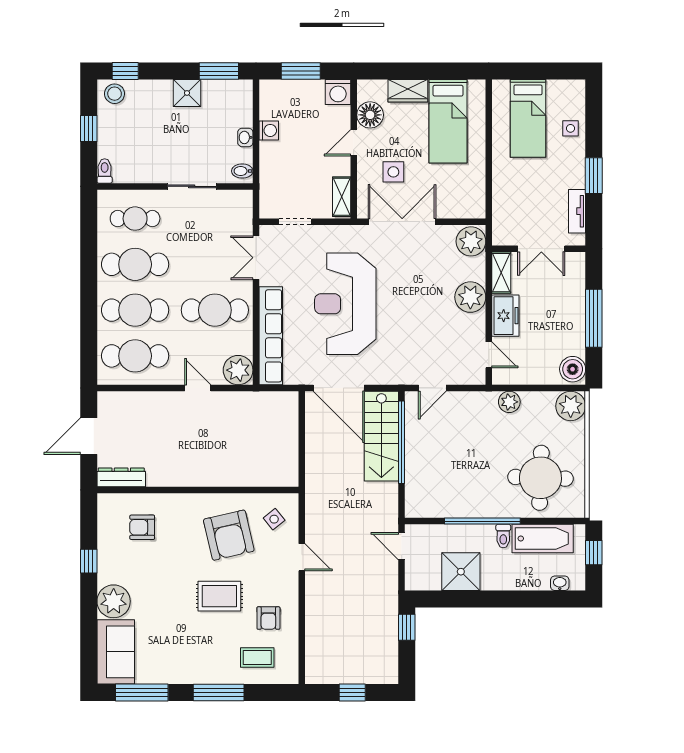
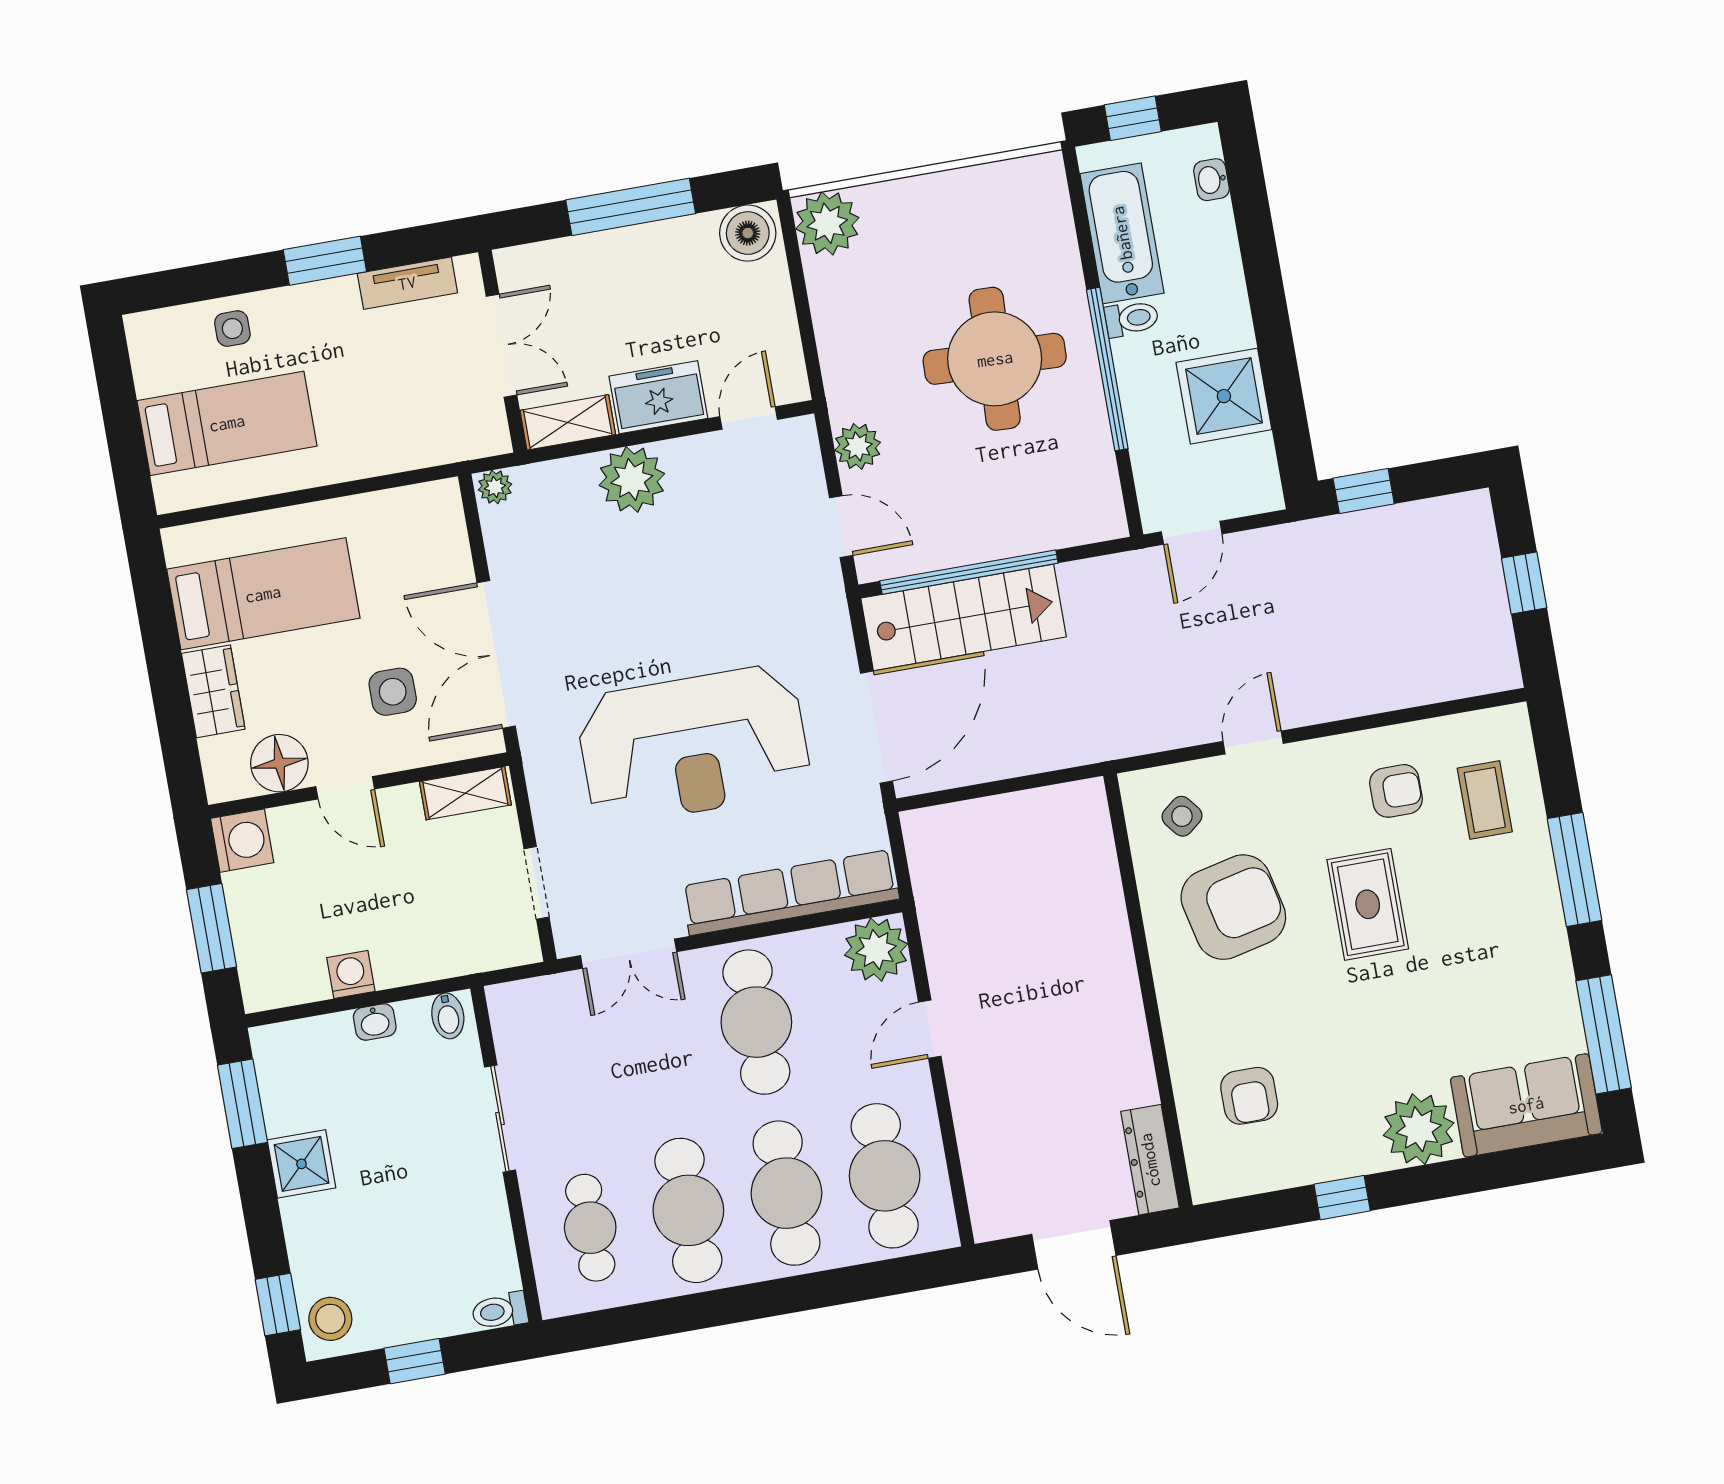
plant: (471, 241) -> (495, 487), width x0.53, depth x0.53
plant: (509, 402) -> (858, 446), moved
round table: (540, 478) -> (995, 359), moved

